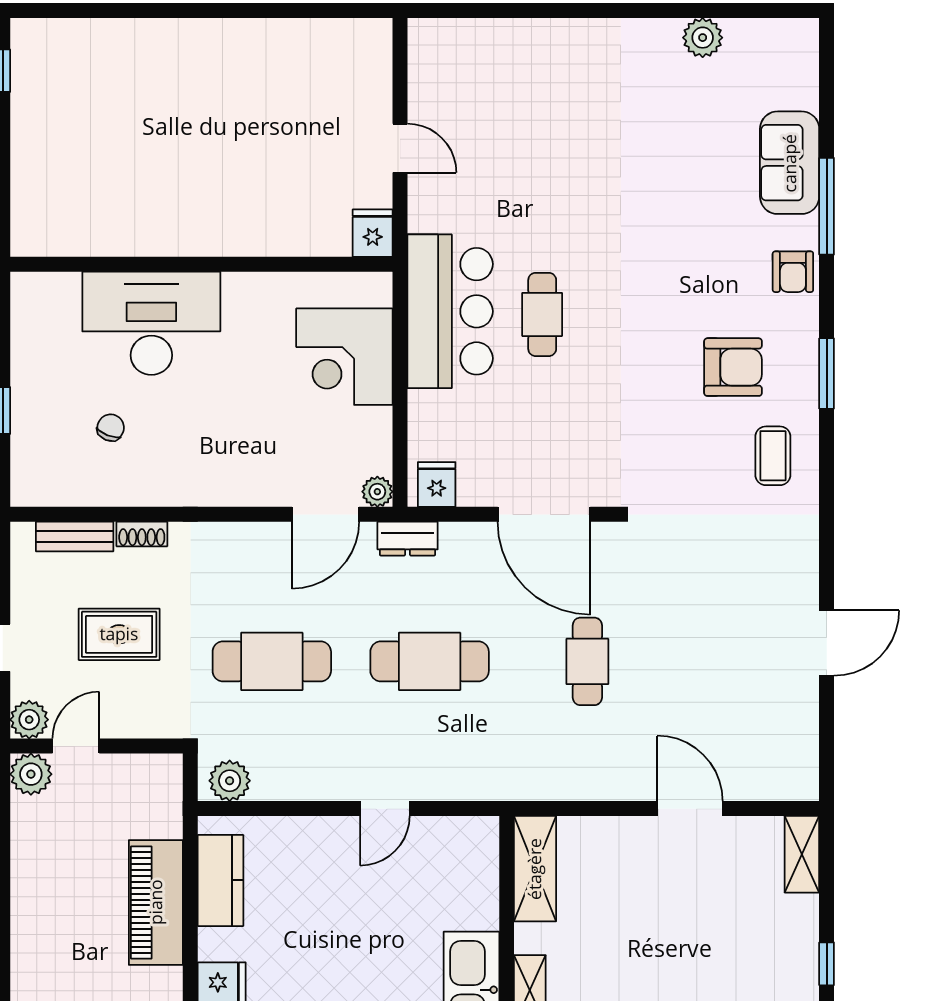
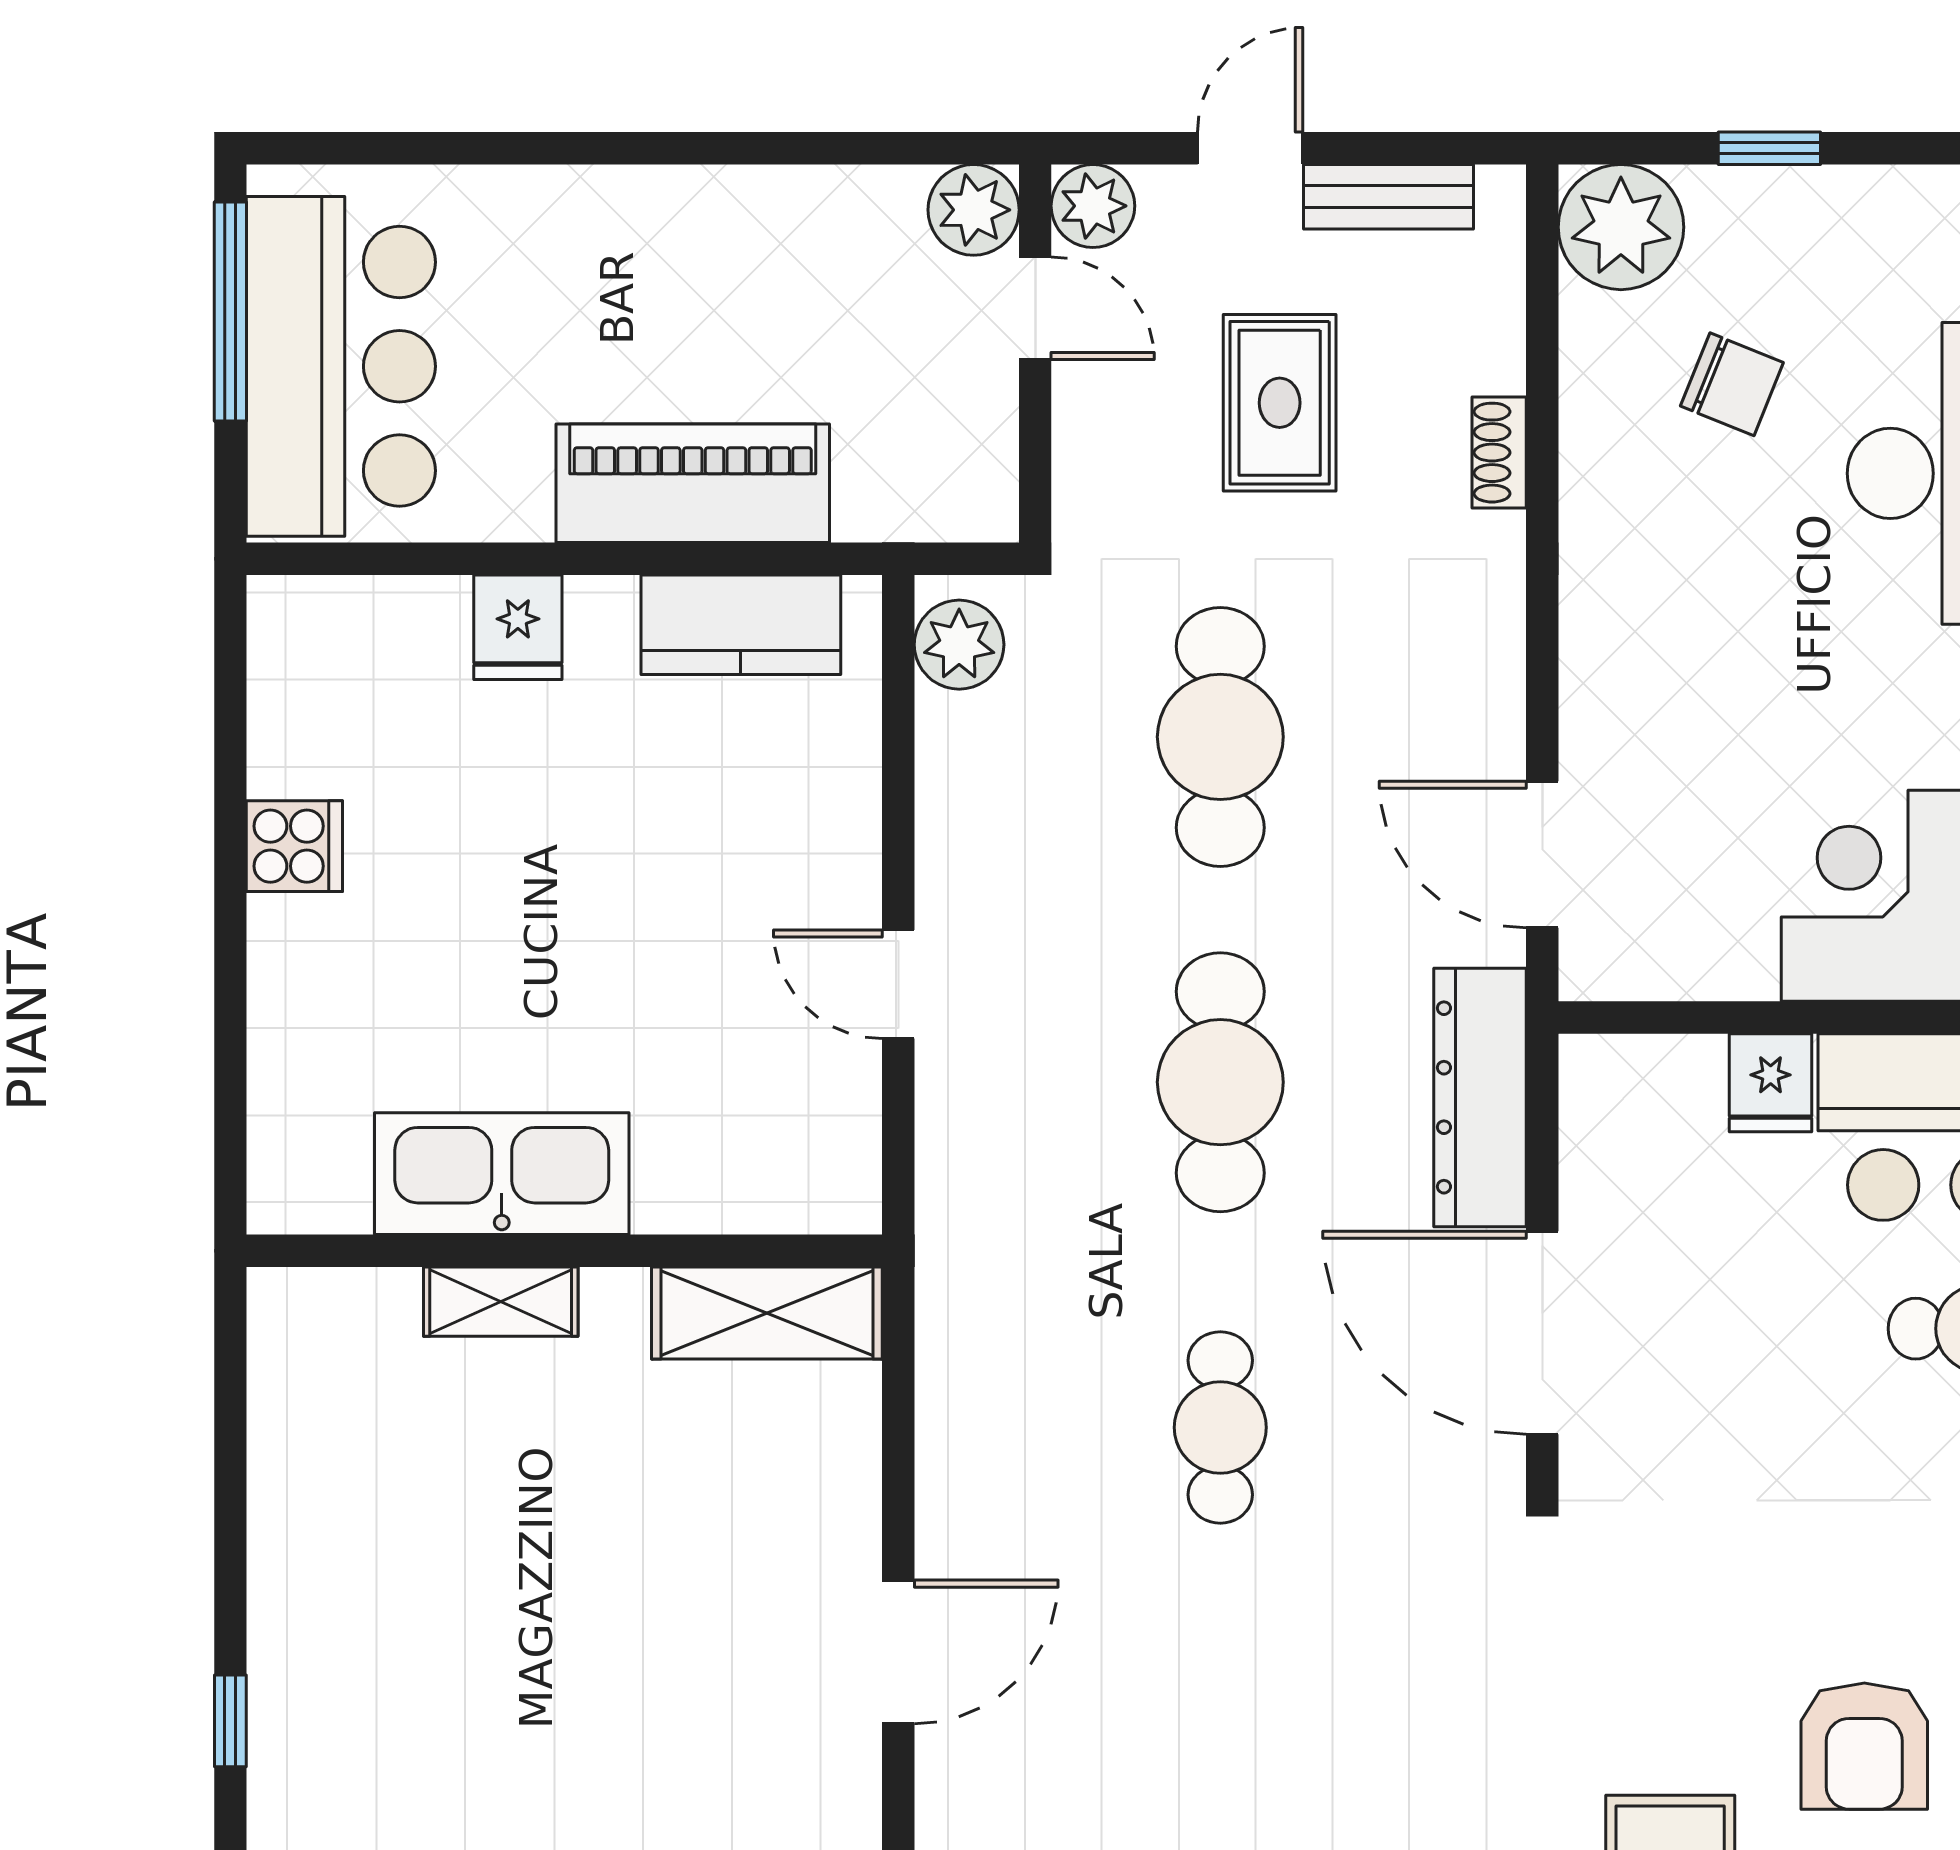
chair: (111, 428) -> (1732, 384), width x1.37, depth x1.37
fridge: (437, 484) -> (1771, 1083), moved, turned 90
plant: (377, 492) -> (1621, 227), moved, width x1.87, depth x1.87
door: (544, 514) -> (1542, 1333), hinge flipped
bench: (75, 536) -> (1388, 197), moved, turned 90
dresser: (408, 539) -> (1480, 1097), width x1.96, depth x1.24
cafe table: (587, 661) -> (1220, 1427), turned 90

